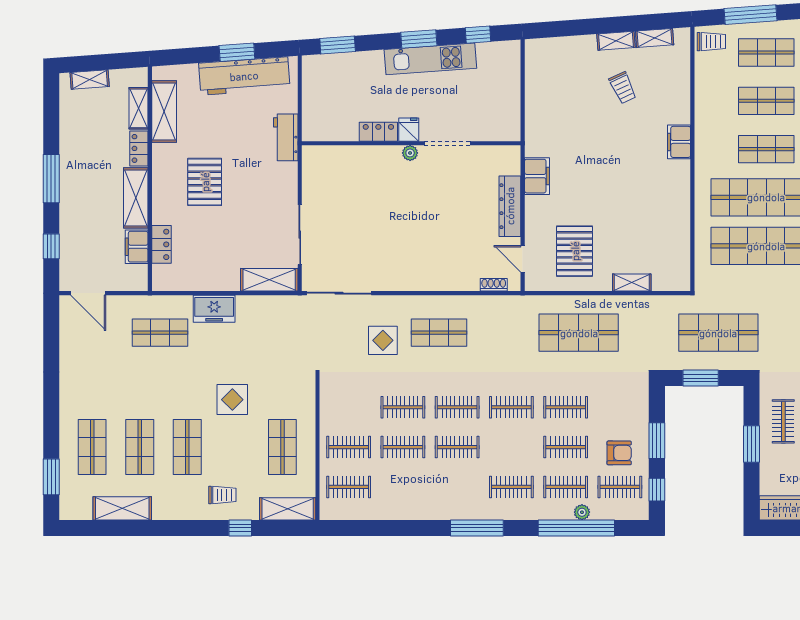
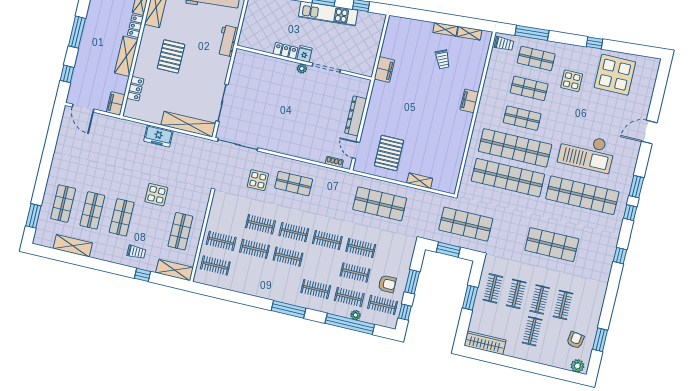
filing cabinet: (537, 176) -> (384, 70), moved
filing cabinet: (137, 247) -> (116, 103), moved
shelving: (269, 280) -> (188, 124), width x1.47
shop shelf: (160, 333) -> (121, 143), removed

